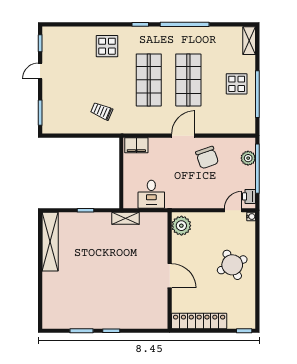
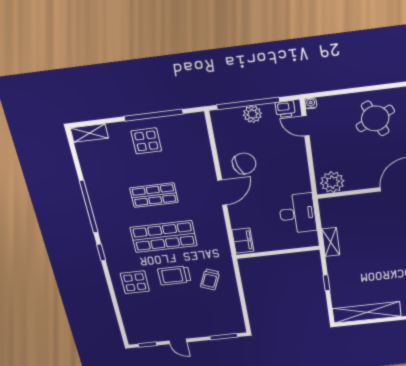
shop shelf: (188, 80) -> (154, 195), width x0.70, depth x0.74
trolley: (110, 81) -> (174, 275), added
door: (183, 136) -> (222, 193), swing flipped
plant: (248, 158) -> (252, 114), moved
desk: (151, 194) -> (298, 213), width x1.37

